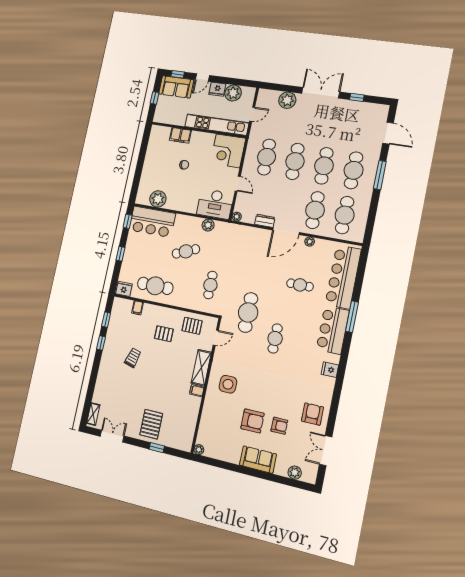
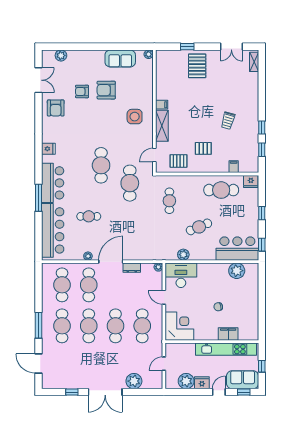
kitchen unit: (217, 125) -> (226, 349), moved
cafe table: (275, 338) -> (101, 165), width x1.37, depth x1.35
sofa: (258, 460) -> (120, 58), moved

